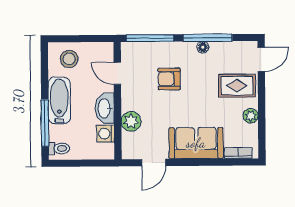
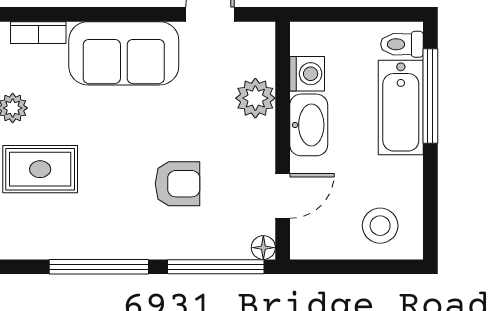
floor lamp: (203, 47) -> (263, 248), moved
door: (117, 73) -> (283, 196), hinge flipped
bathtub: (59, 100) -> (401, 108), moved

